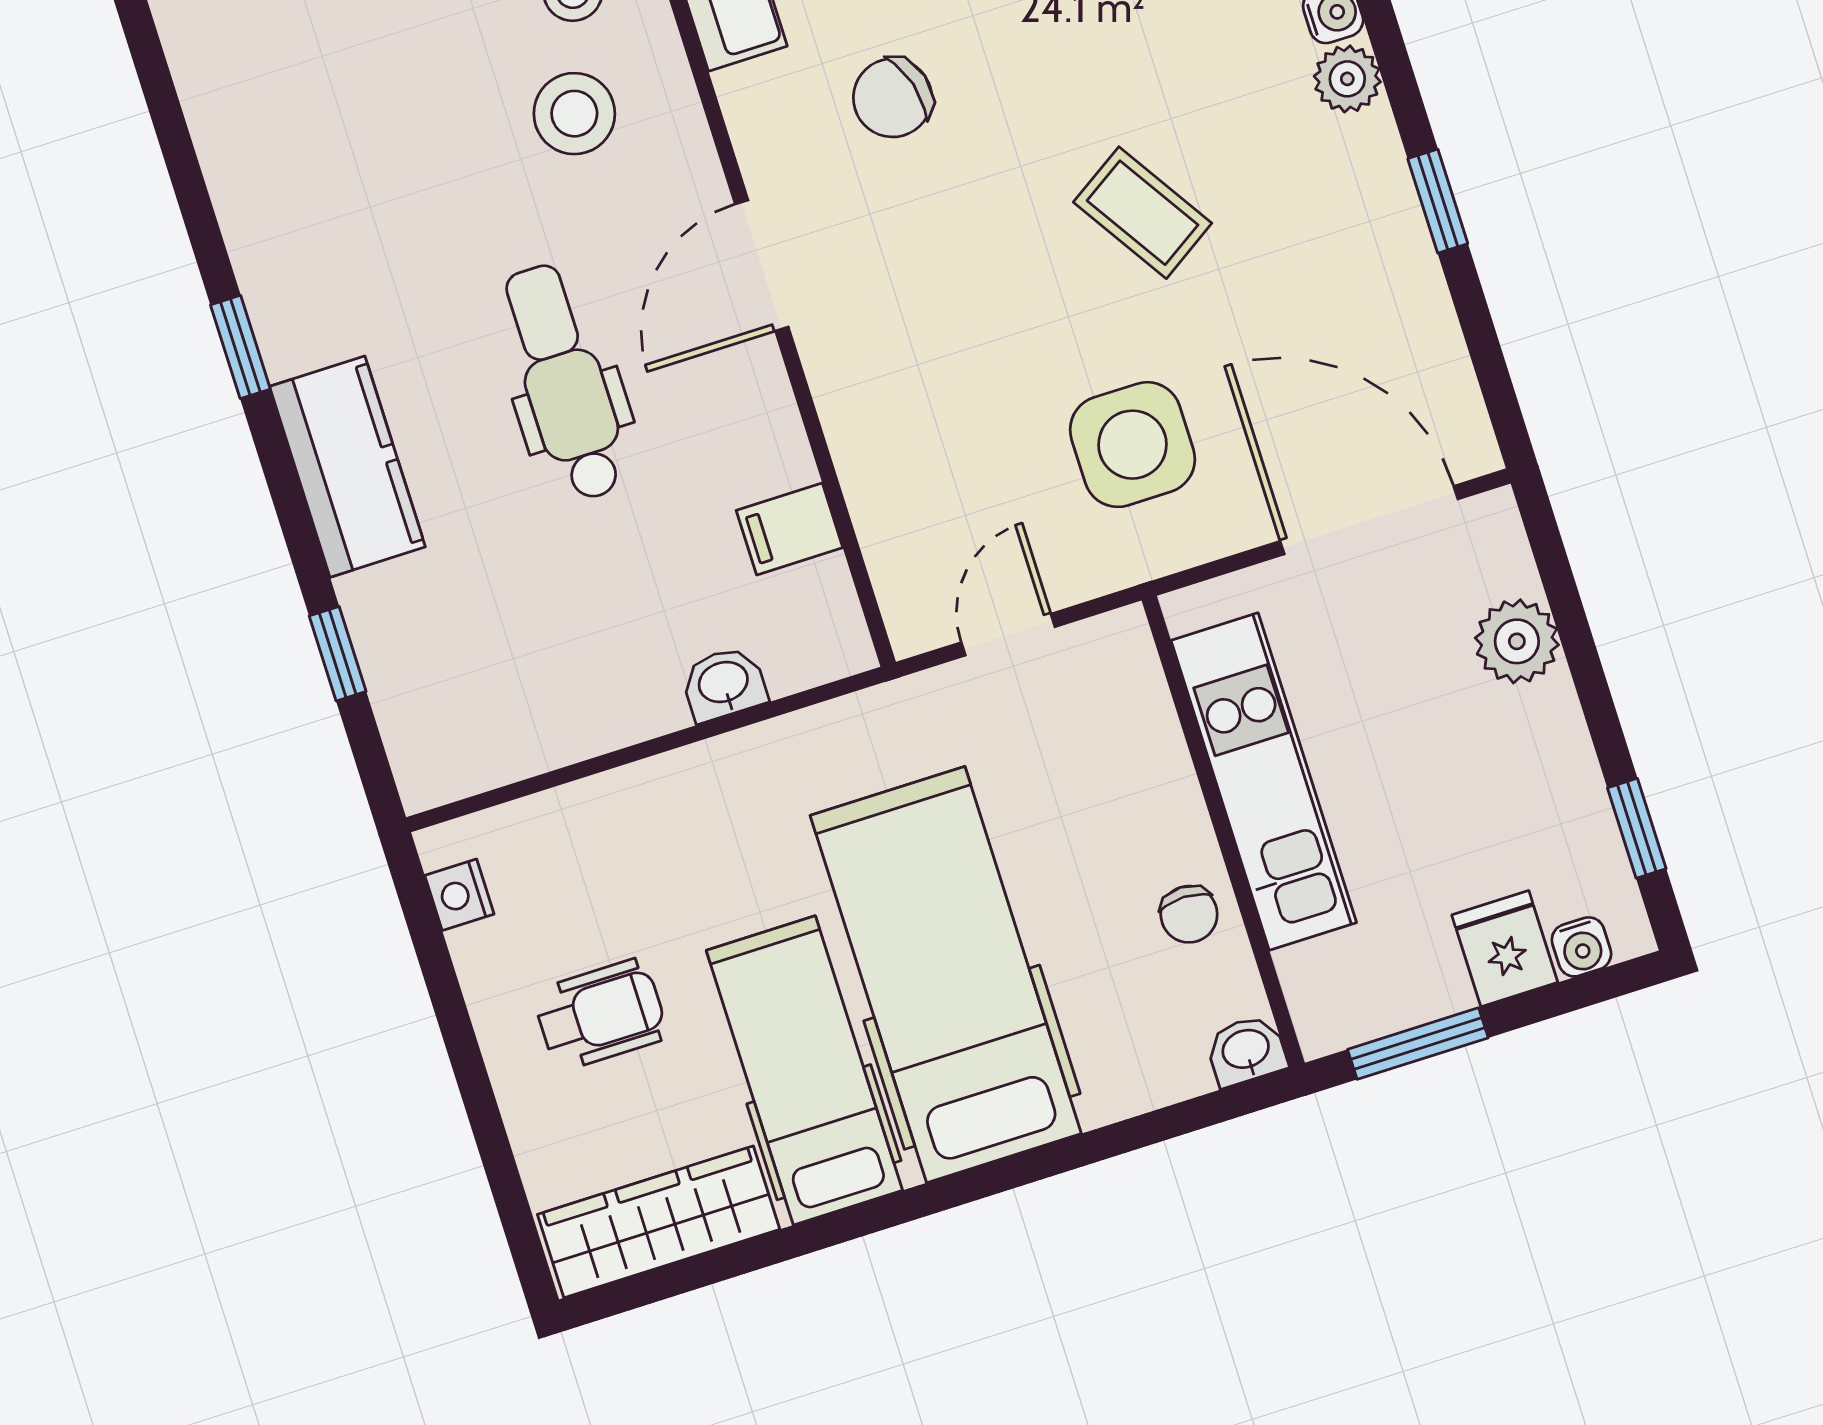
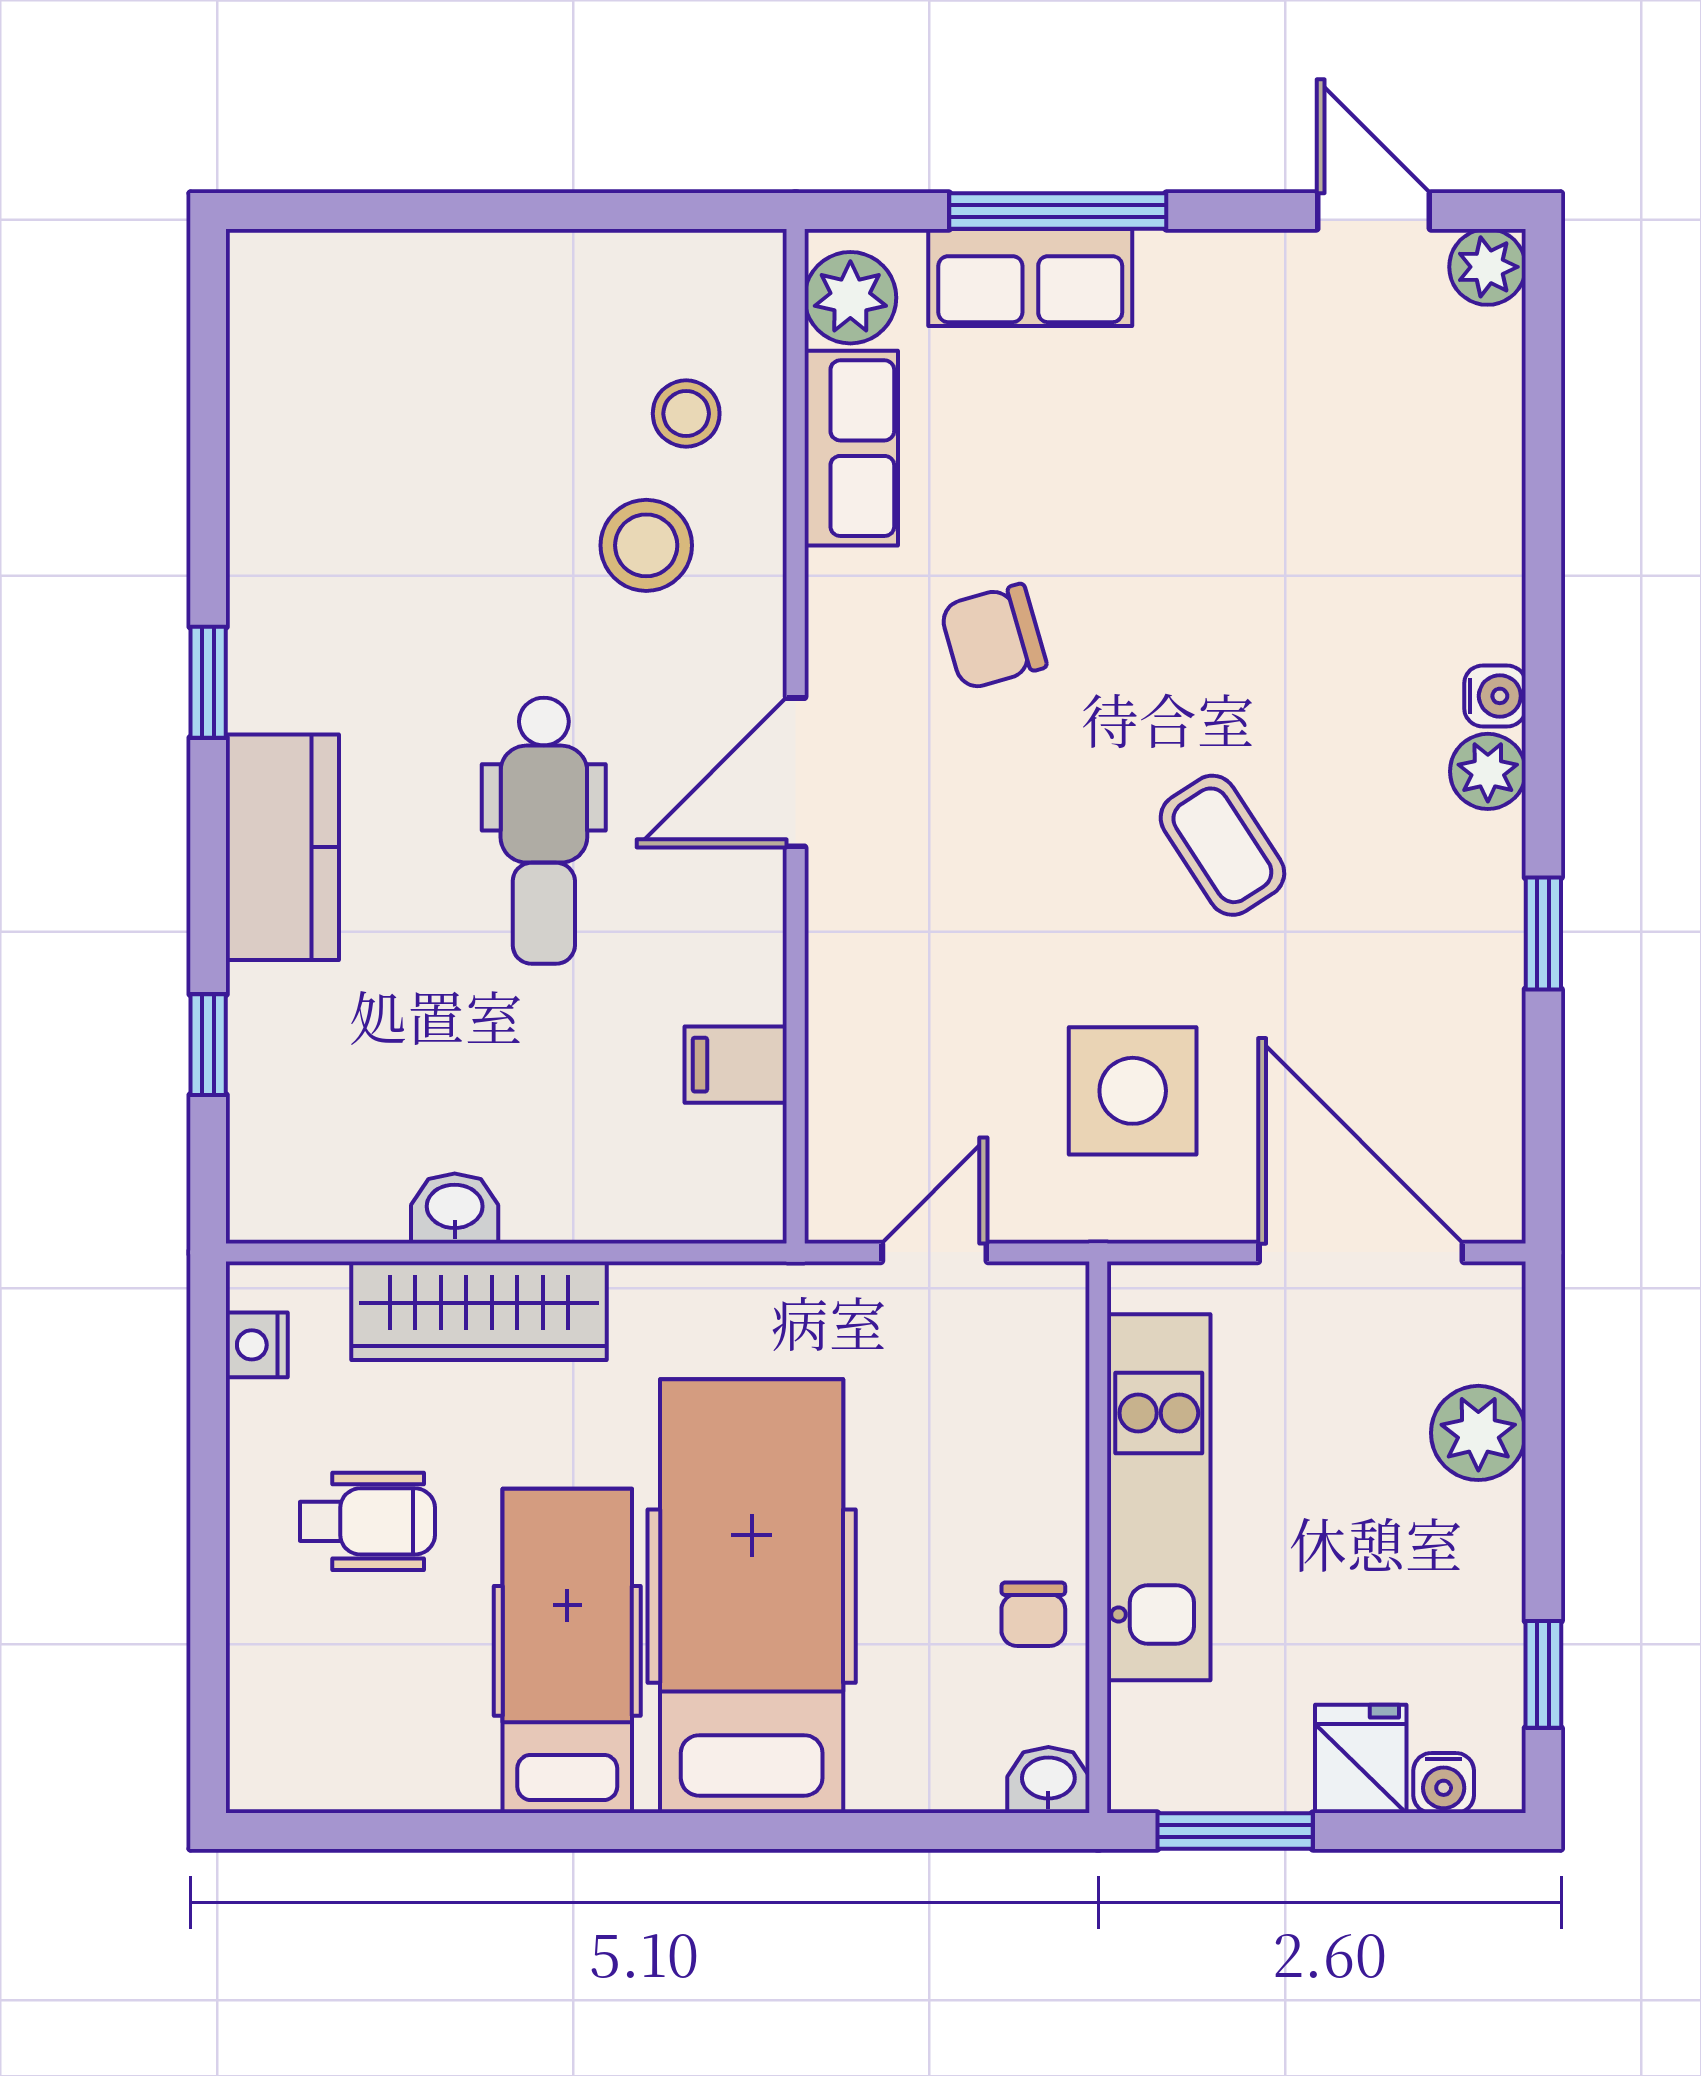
dental chair: (564, 382) -> (544, 831), turned 180
washbasin: (724, 684) -> (455, 1208), moved
wardrobe: (659, 1222) -> (479, 1311), moved, turned 180

